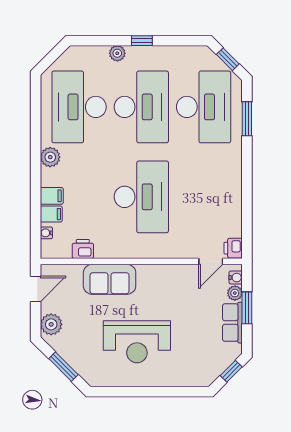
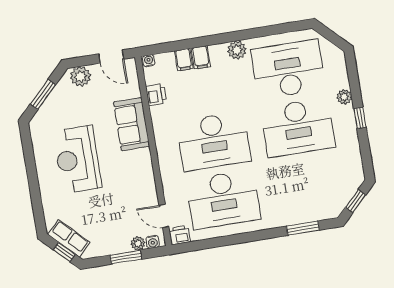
desk: (204, 107) -> (223, 199), moved
water cooler: (46, 233) -> (149, 61), moved
row of seats: (232, 323) -> (69, 238), moved, turned 45

